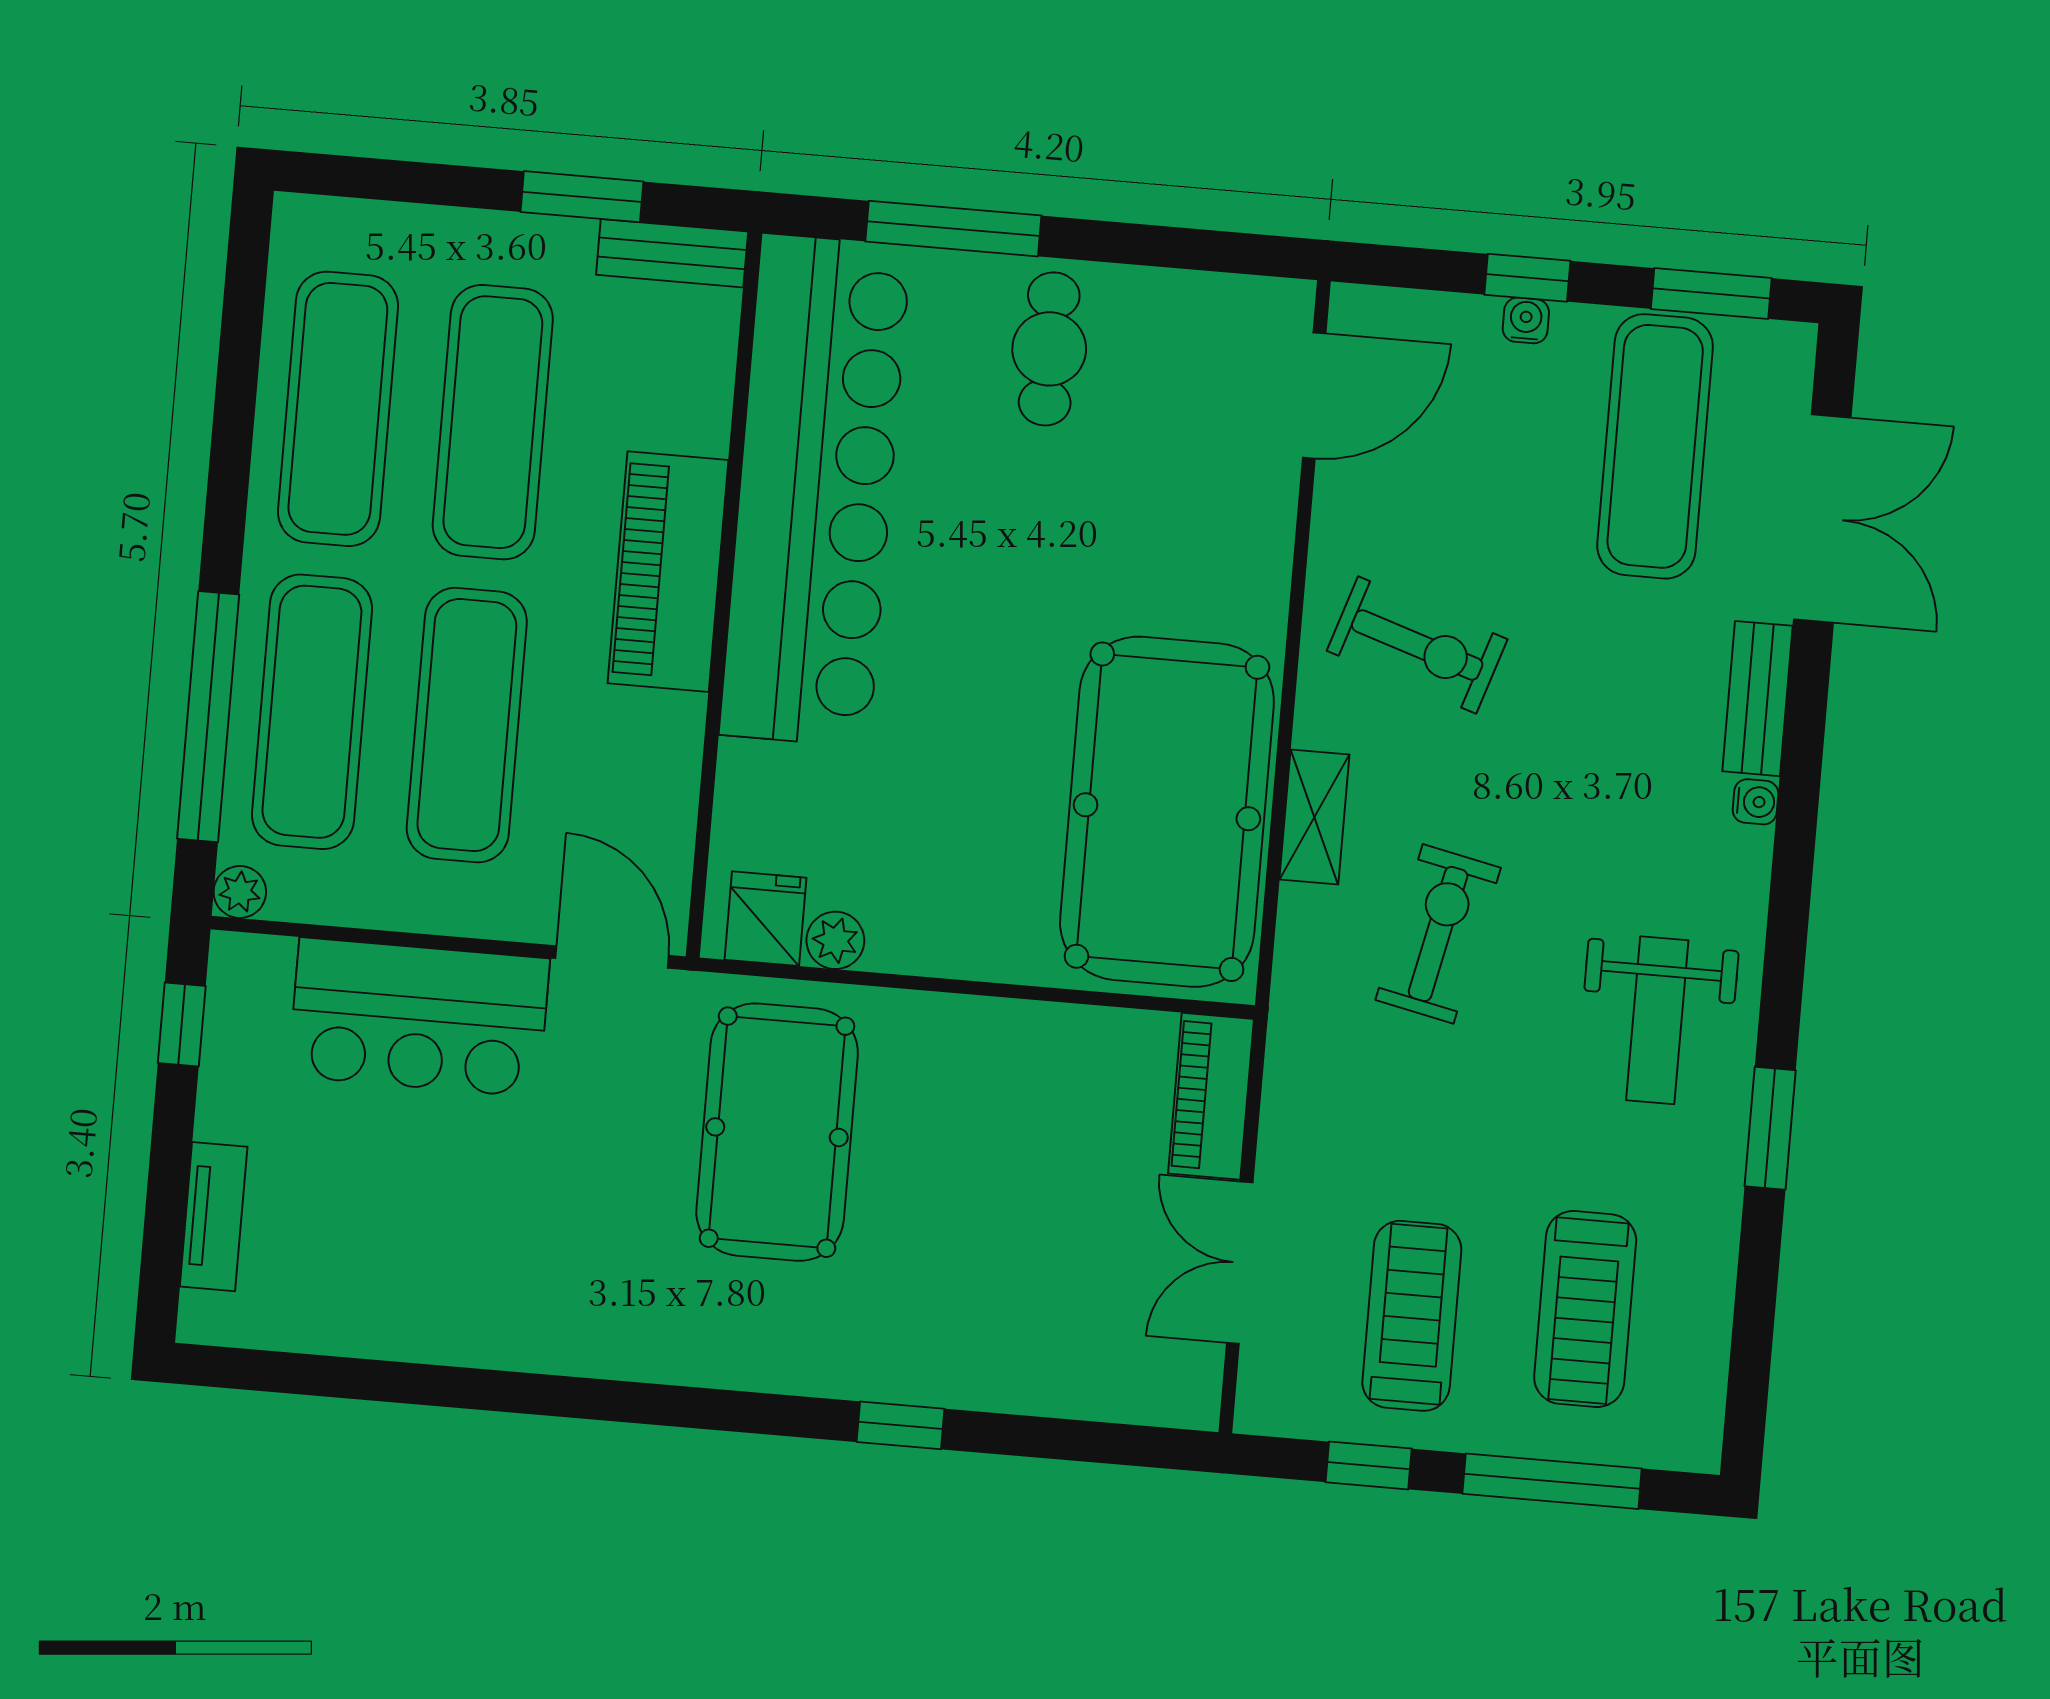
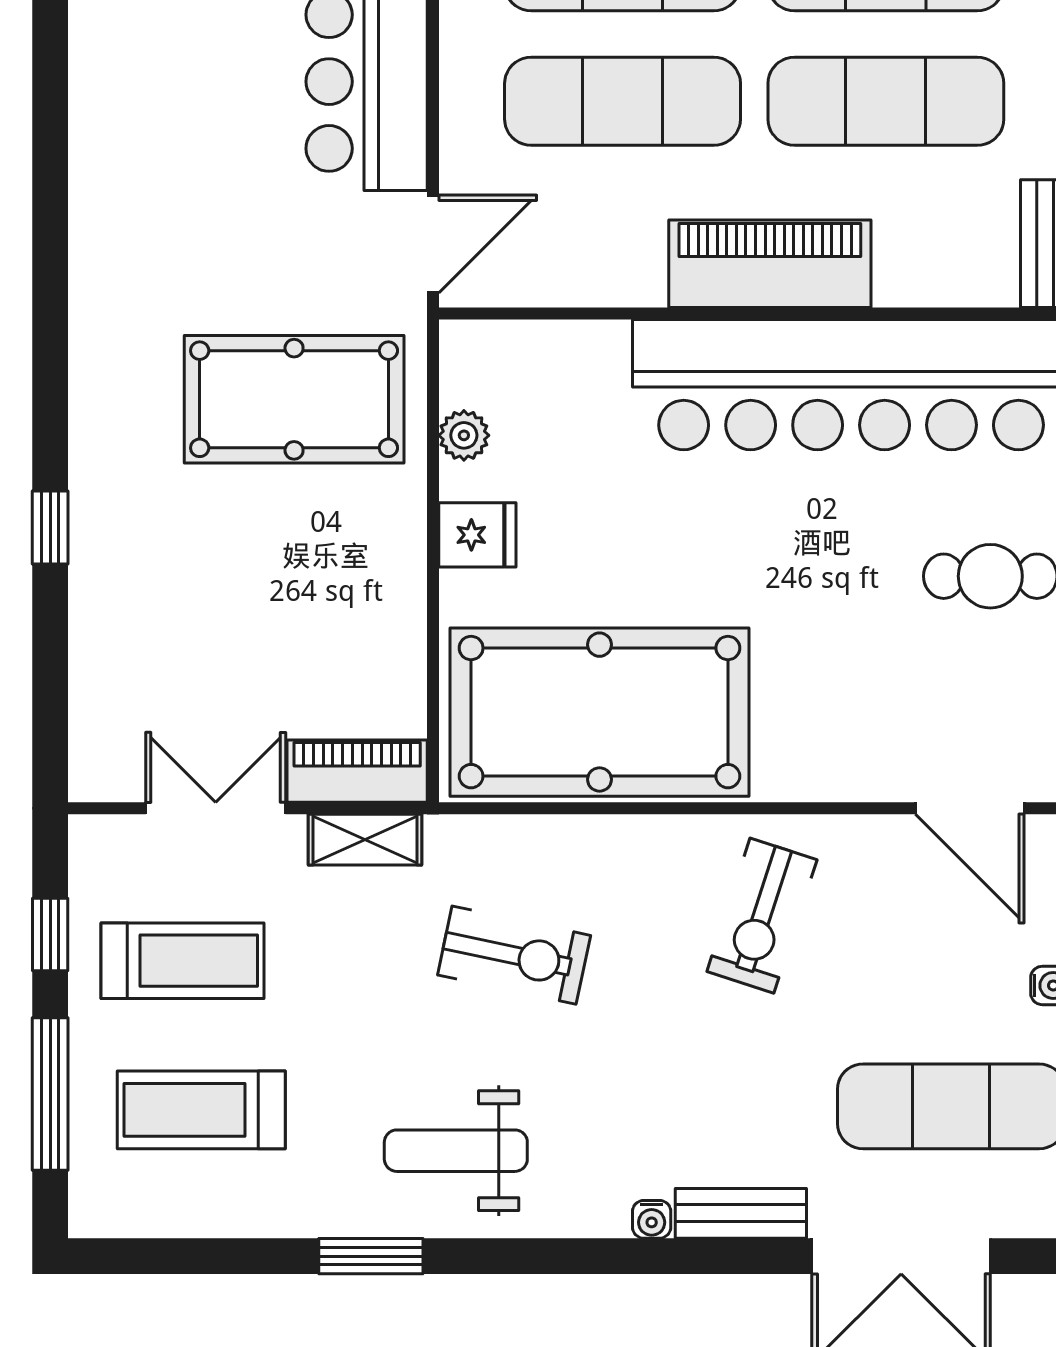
shelving: (1314, 817) -> (365, 840), moved
fridge: (765, 919) -> (477, 535), moved

